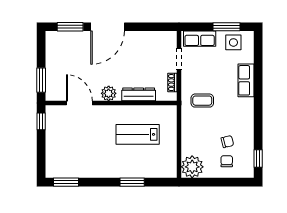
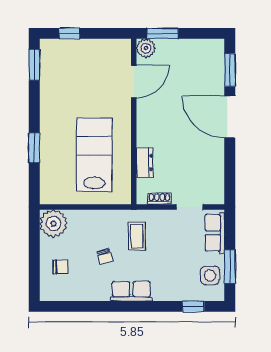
row of seats: (246, 80) -> (131, 291), moved
plant: (109, 93) -> (146, 48), moved
dresser: (139, 94) -> (145, 162), width x0.70
window: (41, 121) -> (70, 33), moved
lab bench: (138, 134) -> (94, 155), width x1.36, depth x1.39
chair: (227, 142) -> (105, 257), moved
window: (258, 159) -> (193, 306), moved

